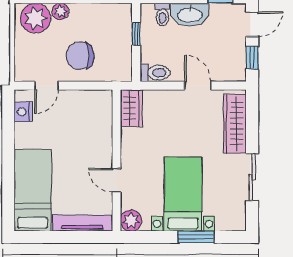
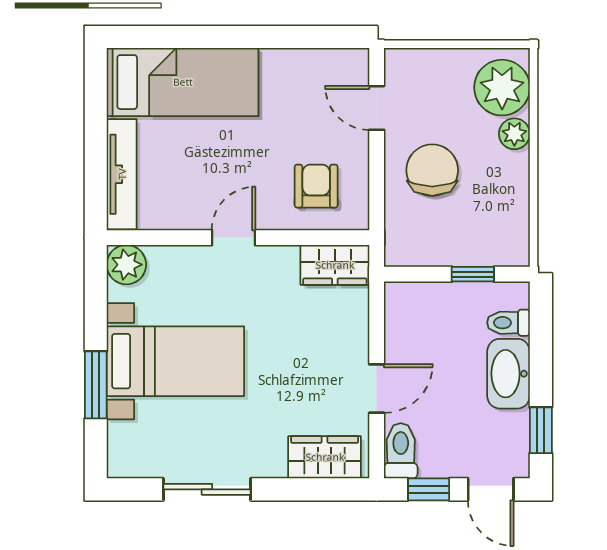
toilet: (155, 73) -> (401, 451), moved, turned 180
nightstand: (23, 112) -> (328, 64), removed
armchair: (89, 118) -> (316, 186), added
wardrobe: (235, 124) -> (325, 457), width x0.67
door: (116, 180) -> (233, 238), moved

